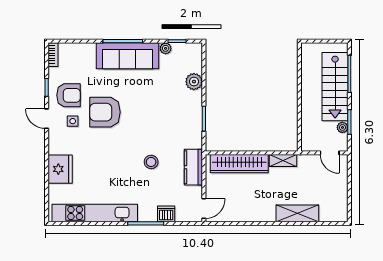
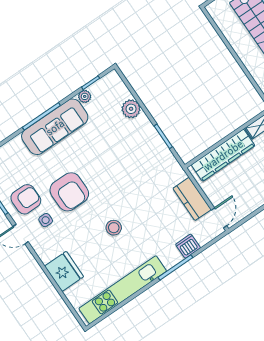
armchair: (105, 112) -> (69, 192), turned -90
stool: (151, 162) -> (114, 228), moved
kitchen counter: (193, 167) -> (192, 199), moved

